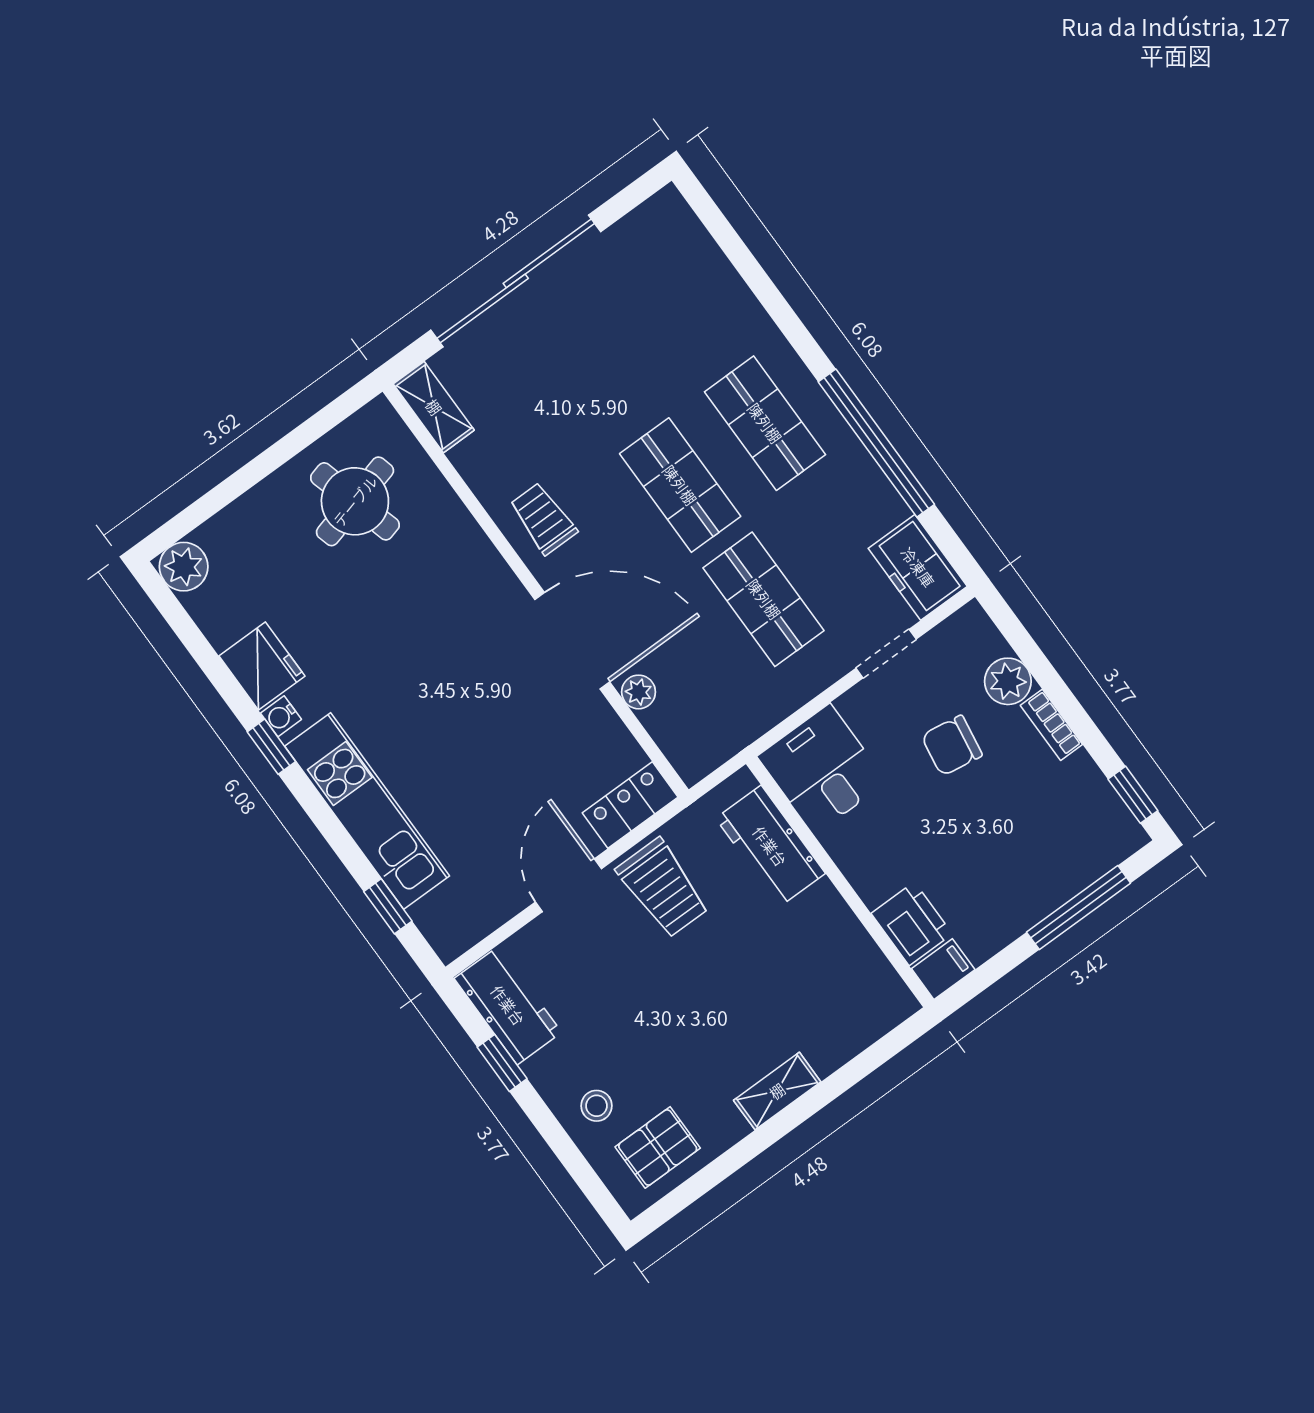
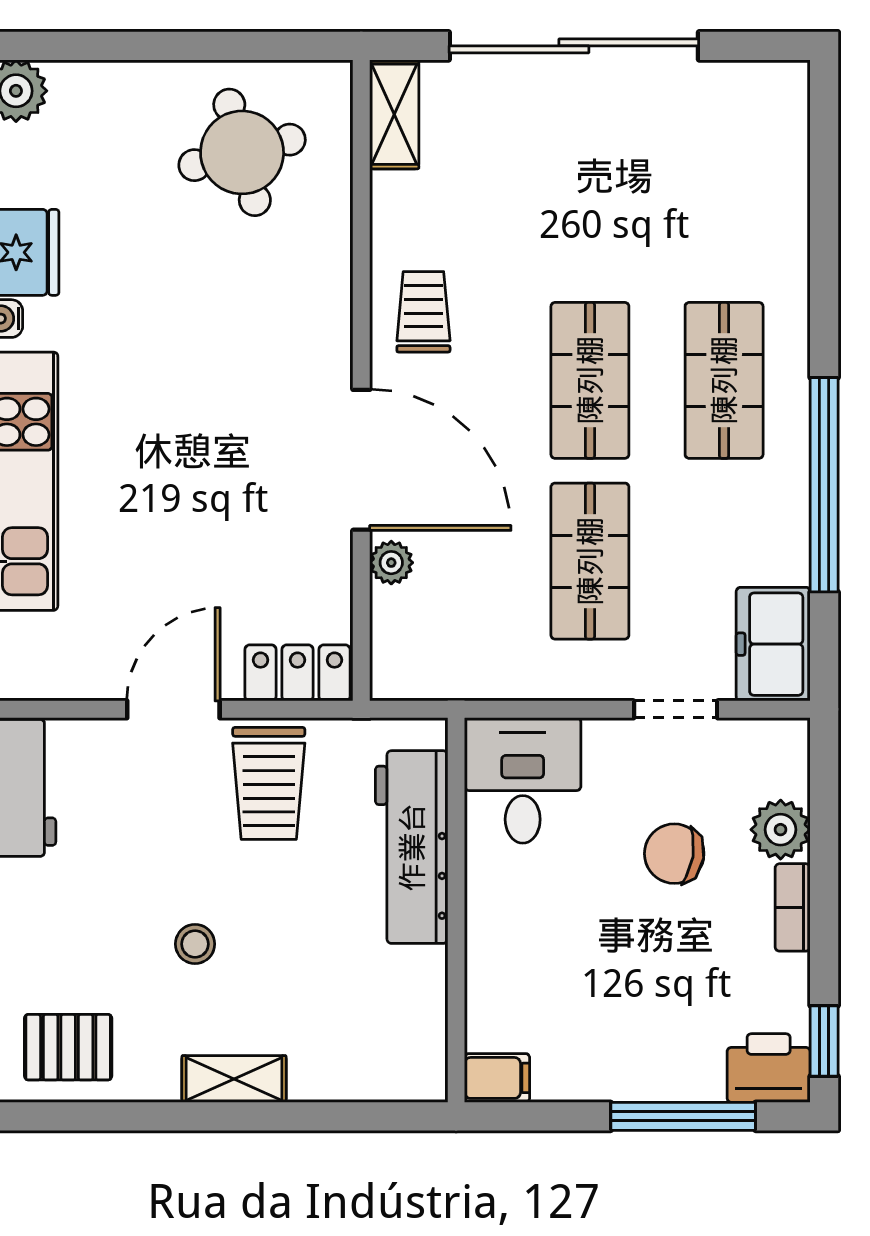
workbench: (770, 846) -> (412, 847), width x1.37
printer: (912, 924) -> (769, 1068), moved, turned -90
stool: (597, 1106) -> (195, 944), moved

